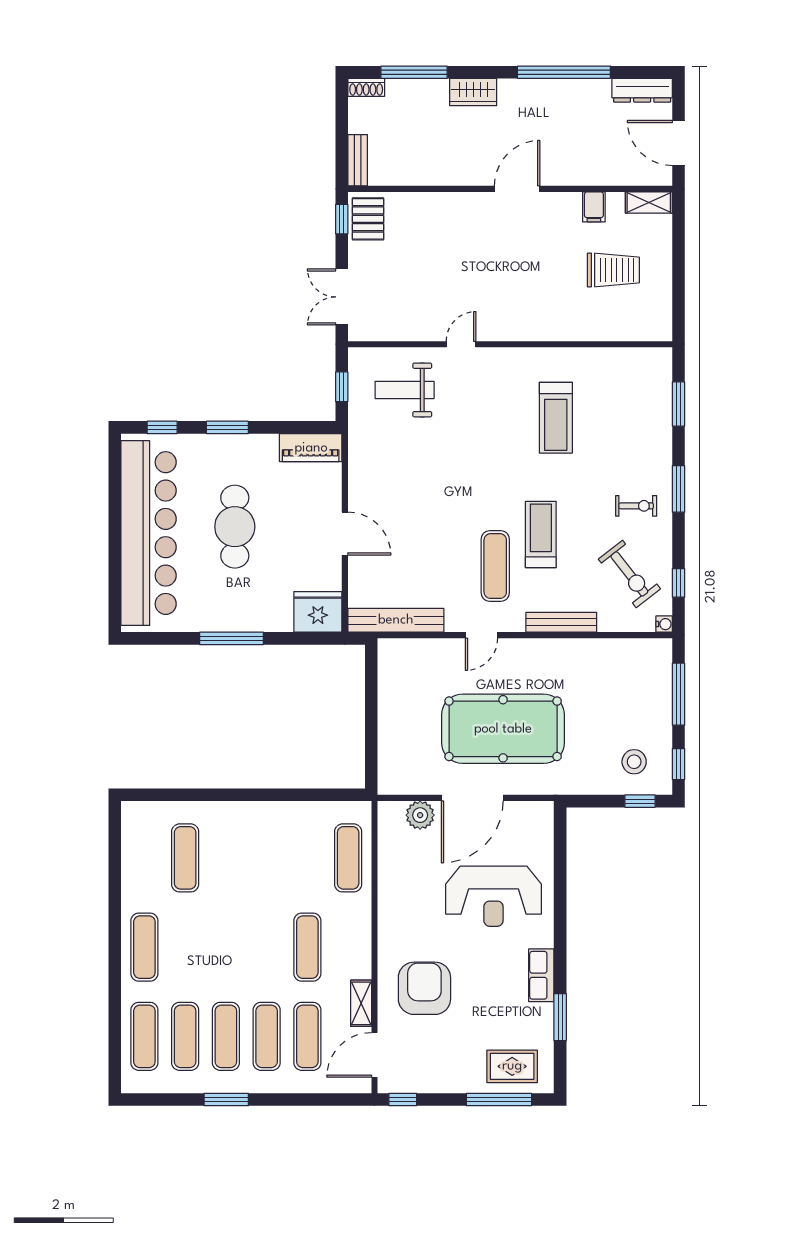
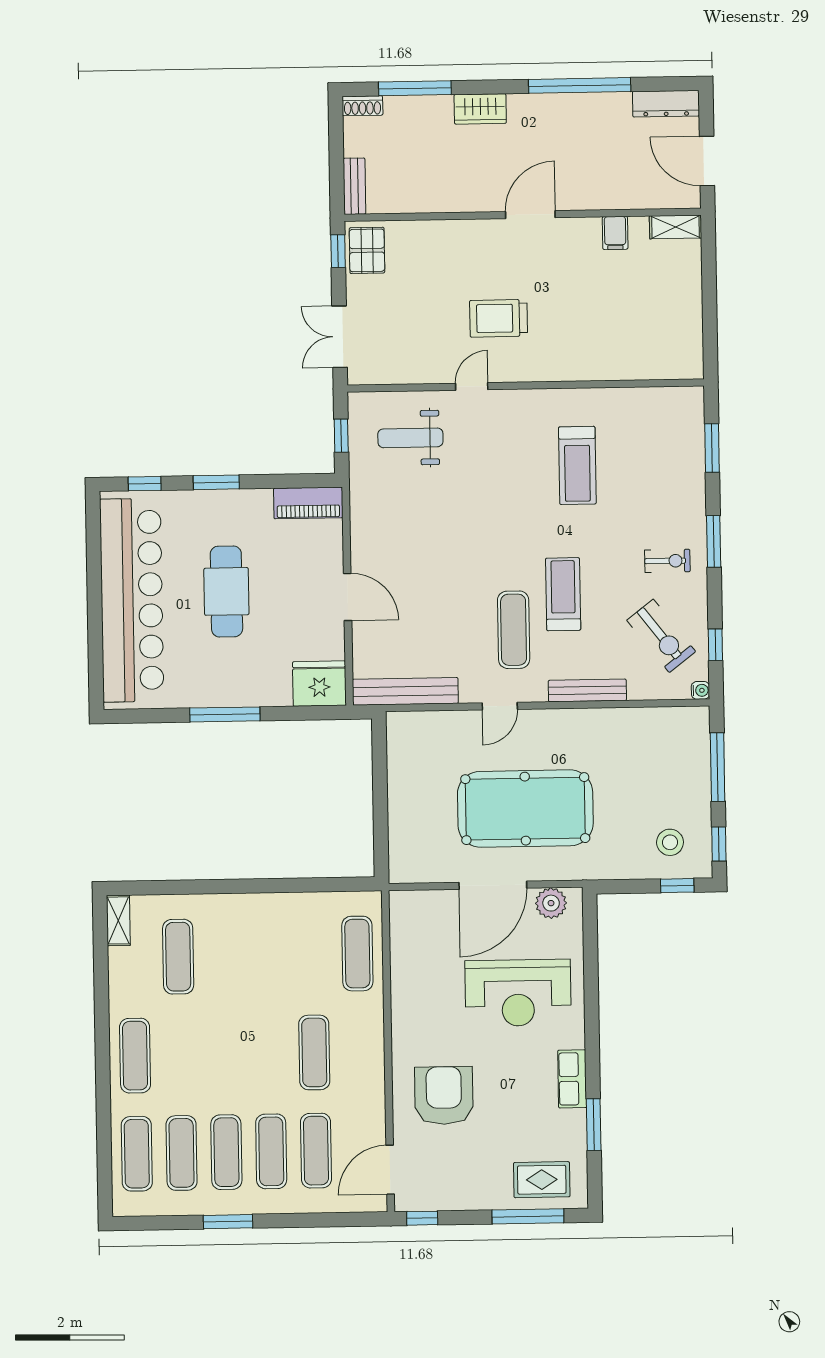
trolley: (613, 270) -> (499, 318), moved, turned 180
plant: (420, 815) -> (551, 903), moved
shelving: (361, 1003) -> (118, 920), moved

